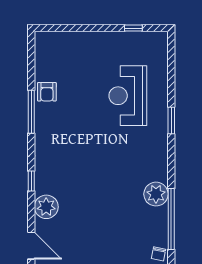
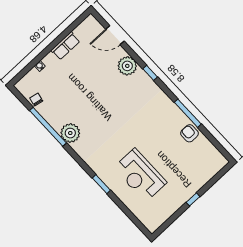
window: (133, 28) -> (193, 199), moved
reception desk: (128, 96) -> (140, 175), turned 180

